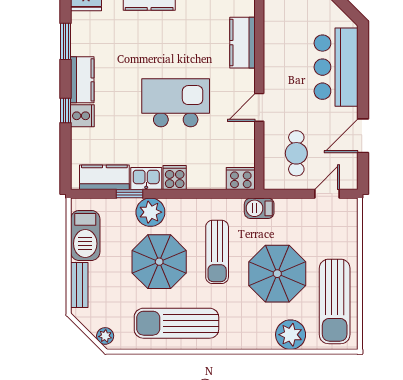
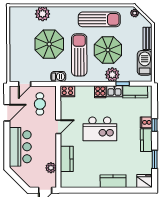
plant: (274, 25) -> (51, 168), added
sun lounger: (217, 252) -> (79, 55), width x1.36, depth x1.34
sun lounger: (335, 301) -> (21, 30), removed

